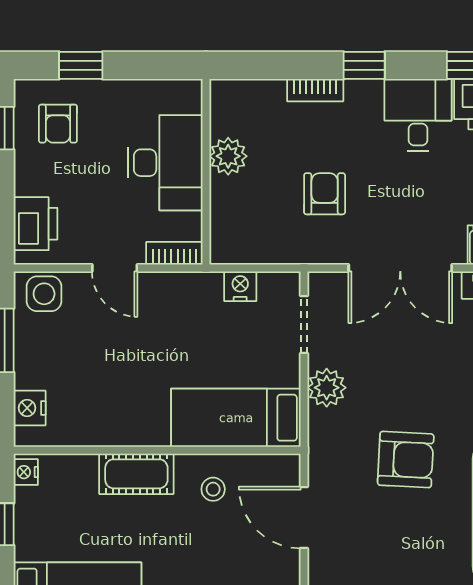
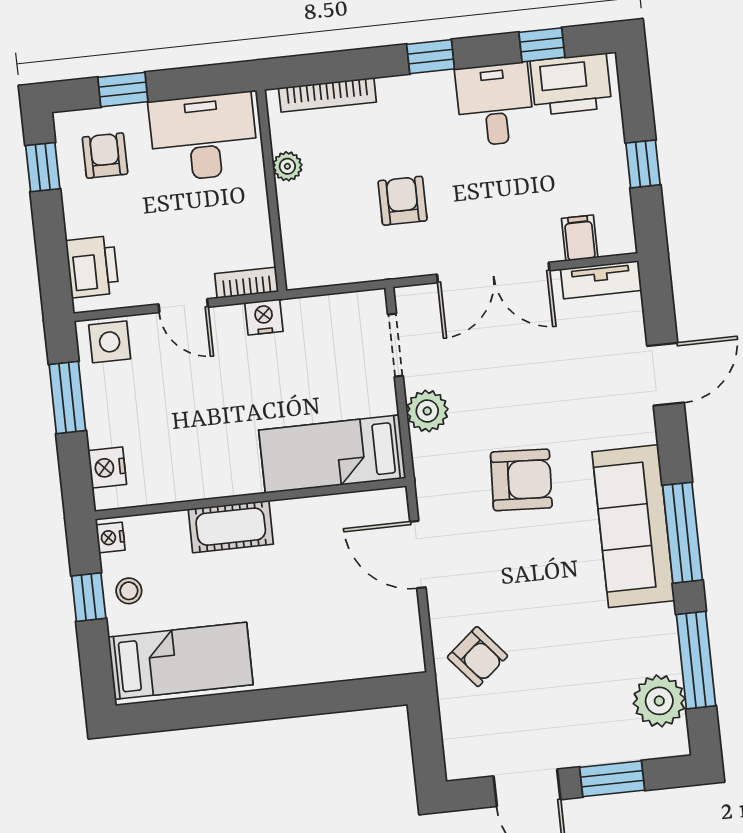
bookcase: (315, 90) -> (327, 95), moved, width x1.56
armchair: (58, 124) -> (105, 156), turned 180
plant: (228, 156) -> (287, 166), width x0.73, depth x0.73
desk: (165, 163) -> (204, 137), moved, turned -90
nightstand: (240, 286) -> (264, 317), moved
stool: (213, 489) -> (129, 591), moved

